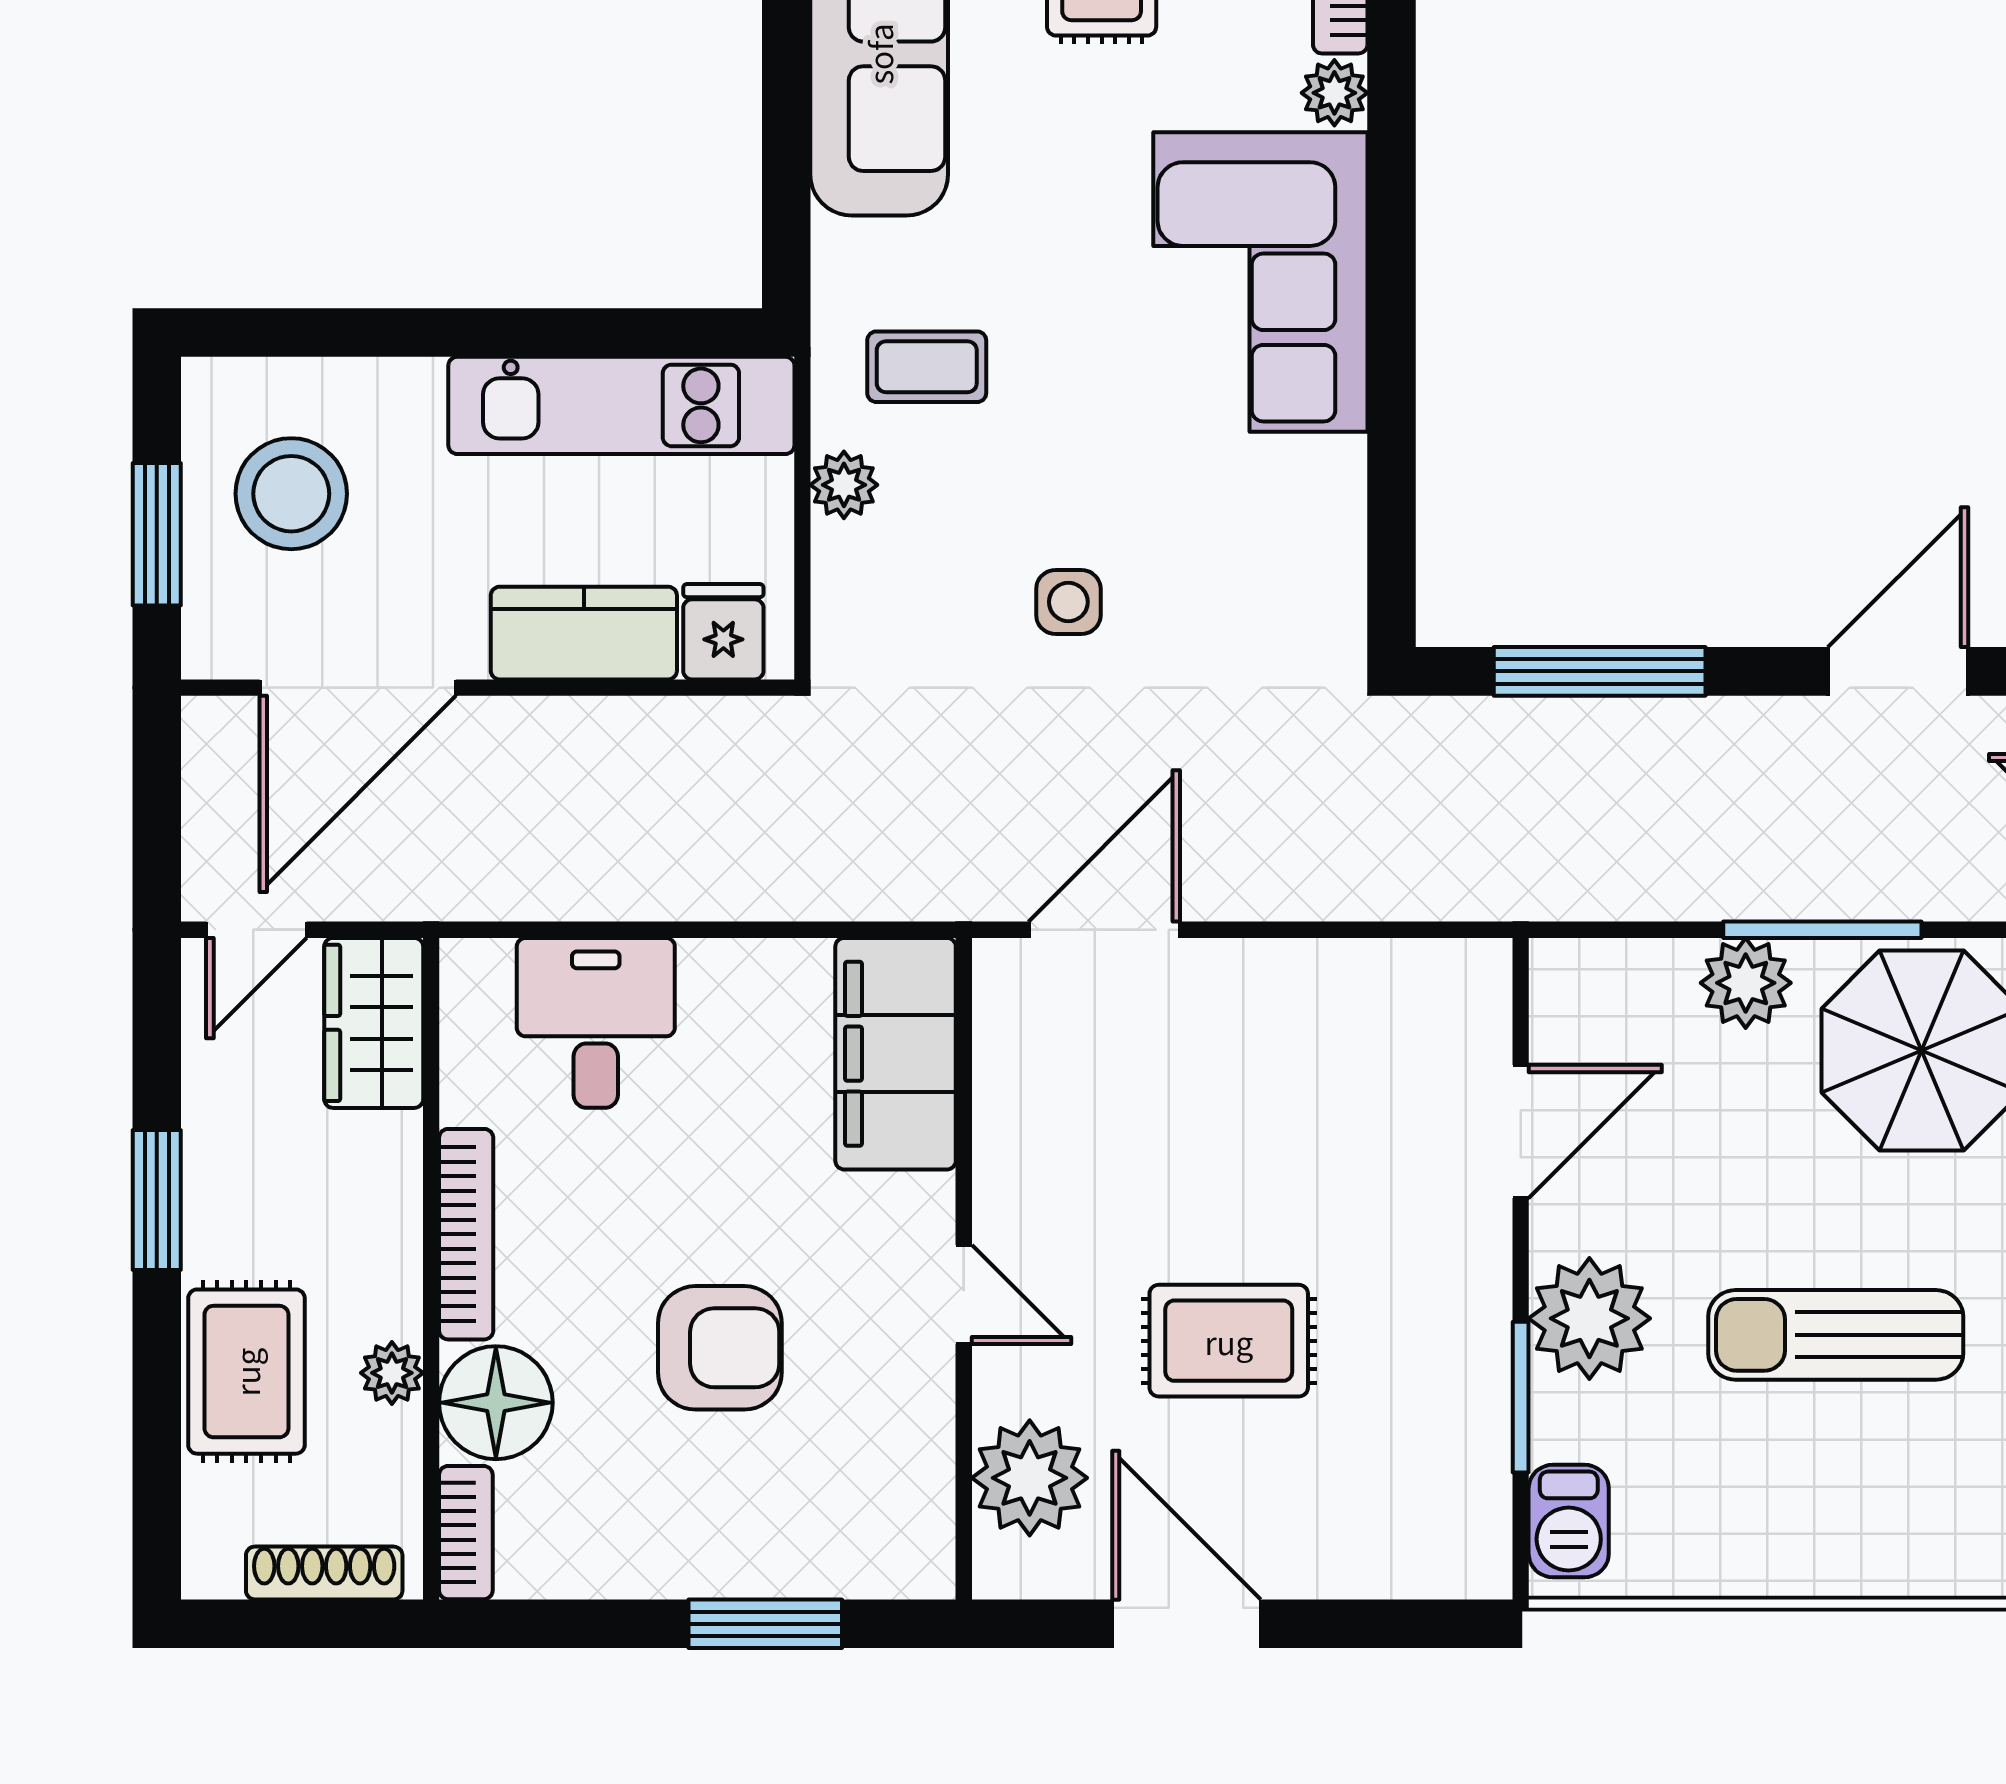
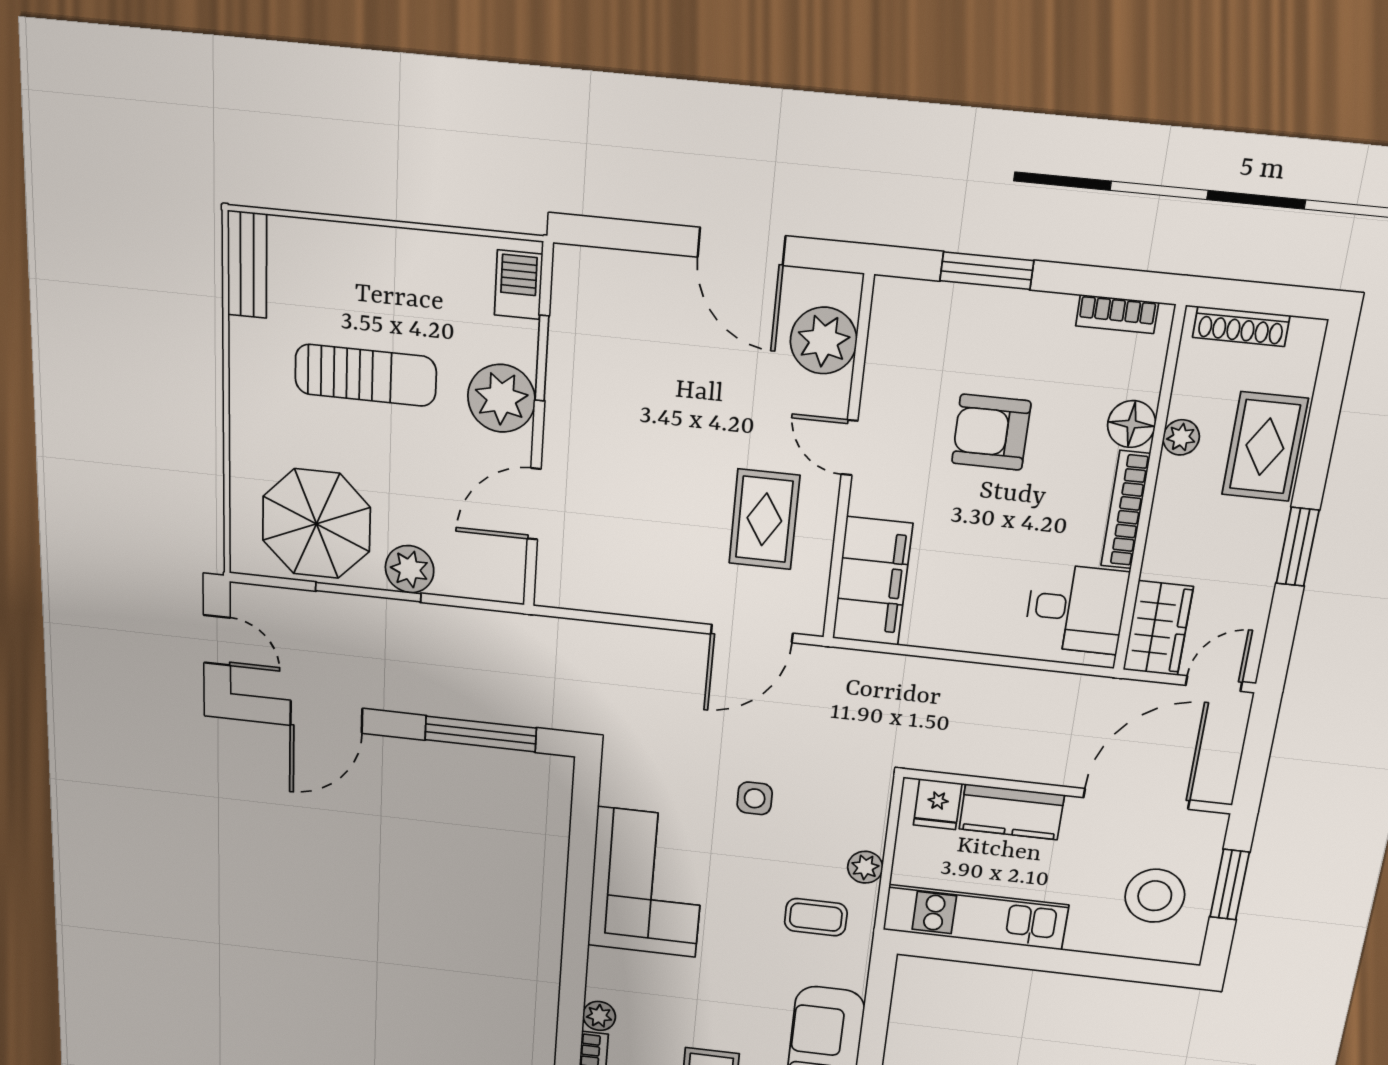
corner sofa: (1260, 282) -> (647, 883), moved
desk: (596, 1023) -> (1076, 609), moved, turned -90
rug: (1229, 1341) -> (764, 519), moved, turned 90
floor lamp: (496, 1403) -> (1132, 424), width x0.73, depth x0.73
bookcase: (466, 1533) -> (1117, 314), moved, turned -90

